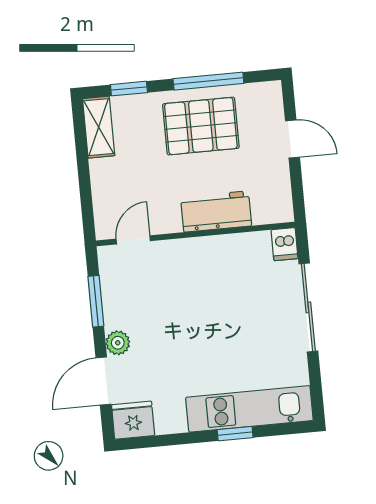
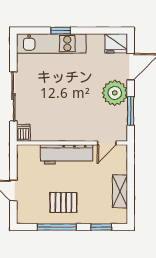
pallet: (201, 126) -> (63, 202), width x0.67, depth x0.71
shelving: (99, 127) -> (120, 191), moved
workbench: (216, 212) -> (67, 154), width x1.38
plant: (118, 343) -> (115, 93), width x1.88, depth x1.88

